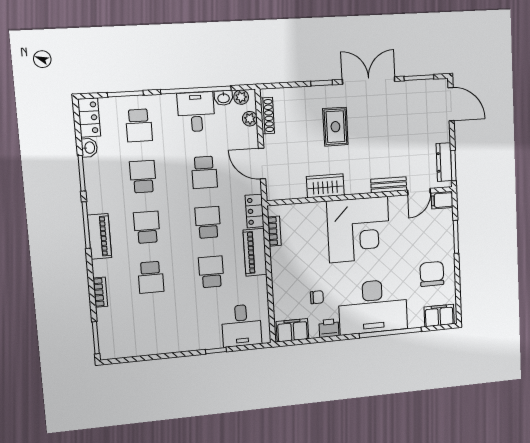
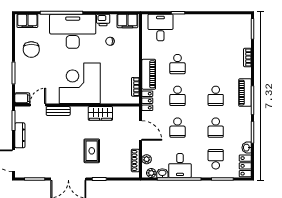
dresser: (444, 162) -> (20, 135), moved
school desk: (204, 172) -> (178, 128), turned 180
school desk: (151, 277) -> (216, 64), removed

